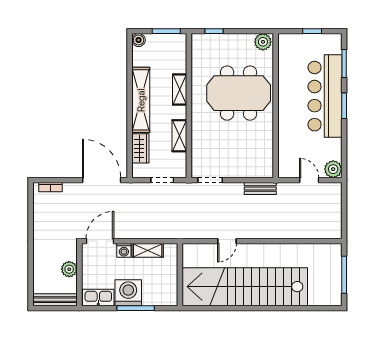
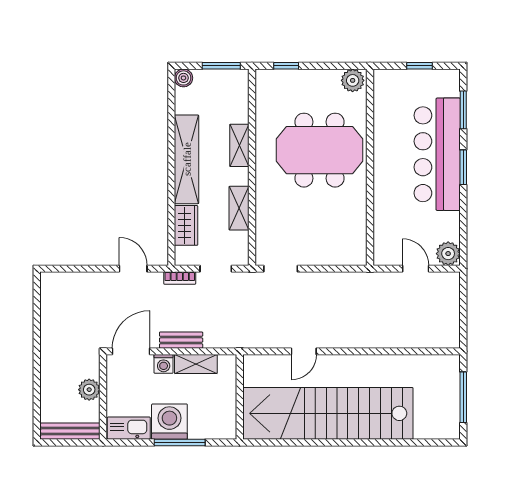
door: (102, 180) -> (133, 269), width x0.53
bookcase: (50, 187) -> (180, 278), moved
bench: (260, 189) -> (181, 340), moved

